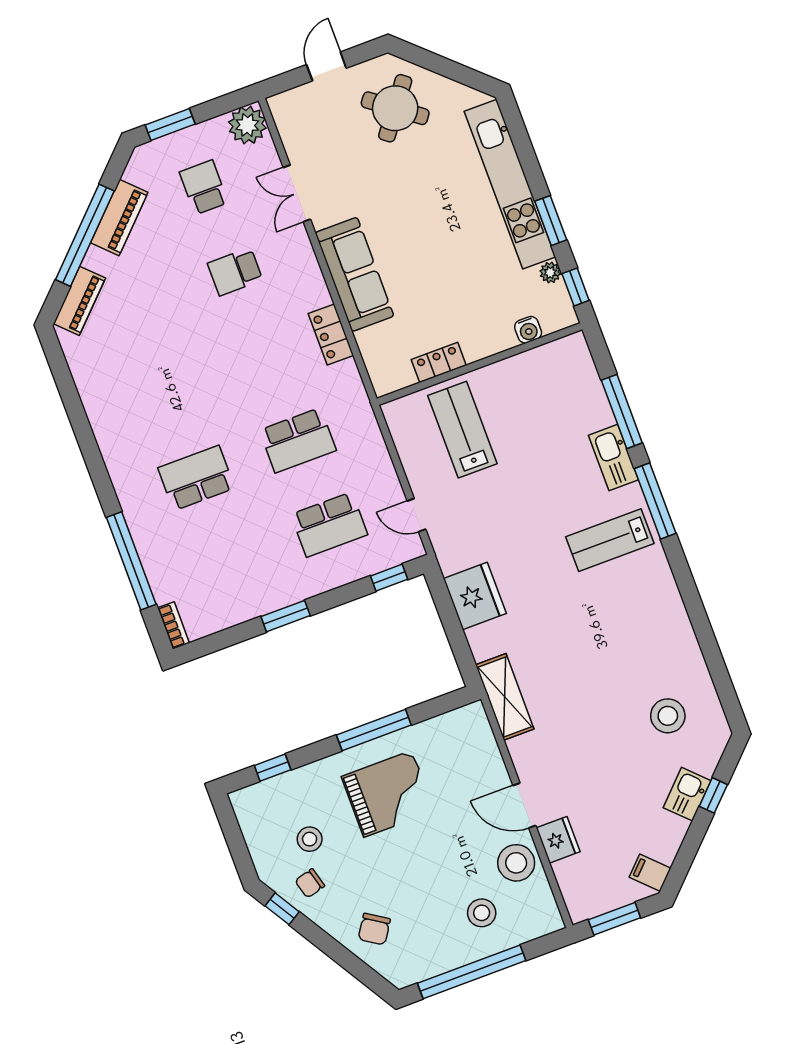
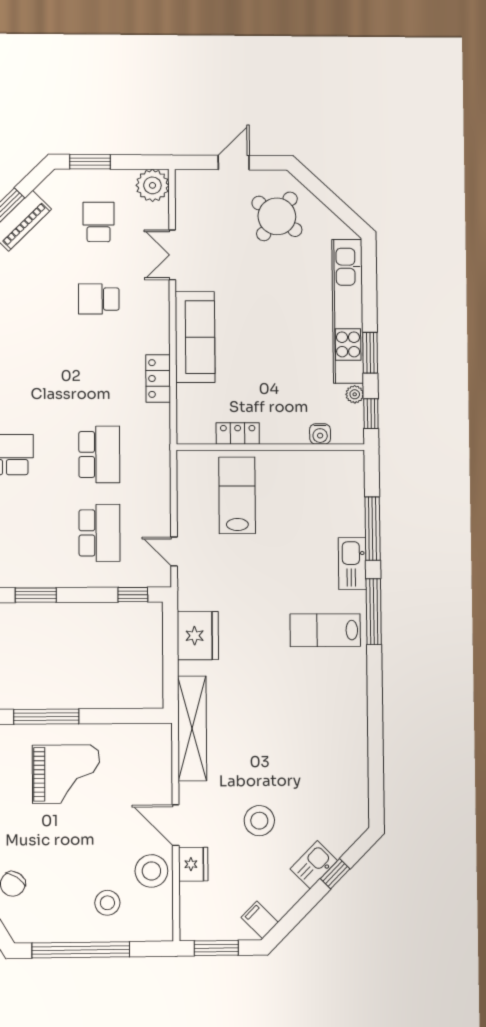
school desk: (298, 440) -> (99, 454), turned -90
school desk: (329, 525) -> (100, 533), turned -90
shelving: (505, 697) -> (192, 728), width x1.47
stool: (668, 716) -> (259, 821), moved
window: (374, 730) -> (46, 717), moved

